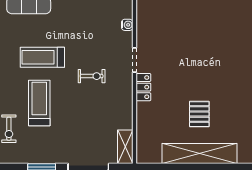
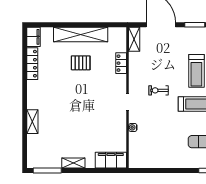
locker: (143, 87) -> (121, 63), moved
pallet: (199, 114) -> (81, 63), turned 90

